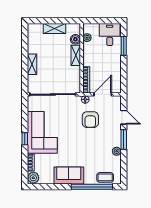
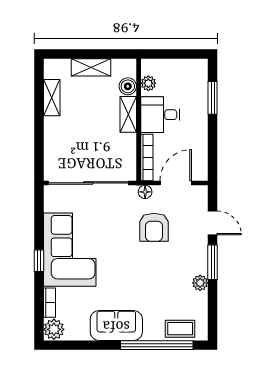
desk: (110, 35) -> (160, 115), moved, turned -90
shelving: (32, 64) -> (52, 98), moved

